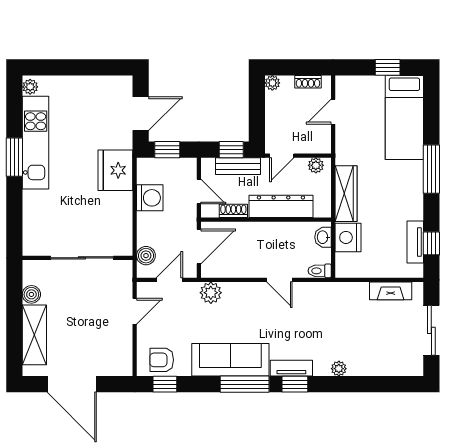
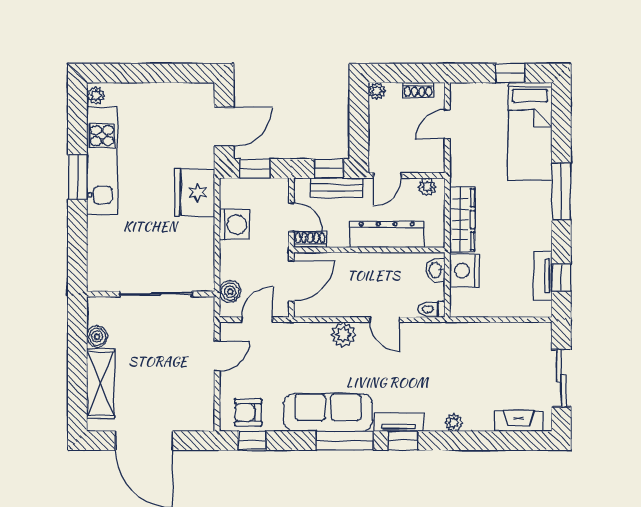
shoe rack: (233, 211) -> (310, 240), moved
fireplace: (391, 291) -> (519, 421), moved, turned 180
plant: (211, 293) -> (343, 335), moved

